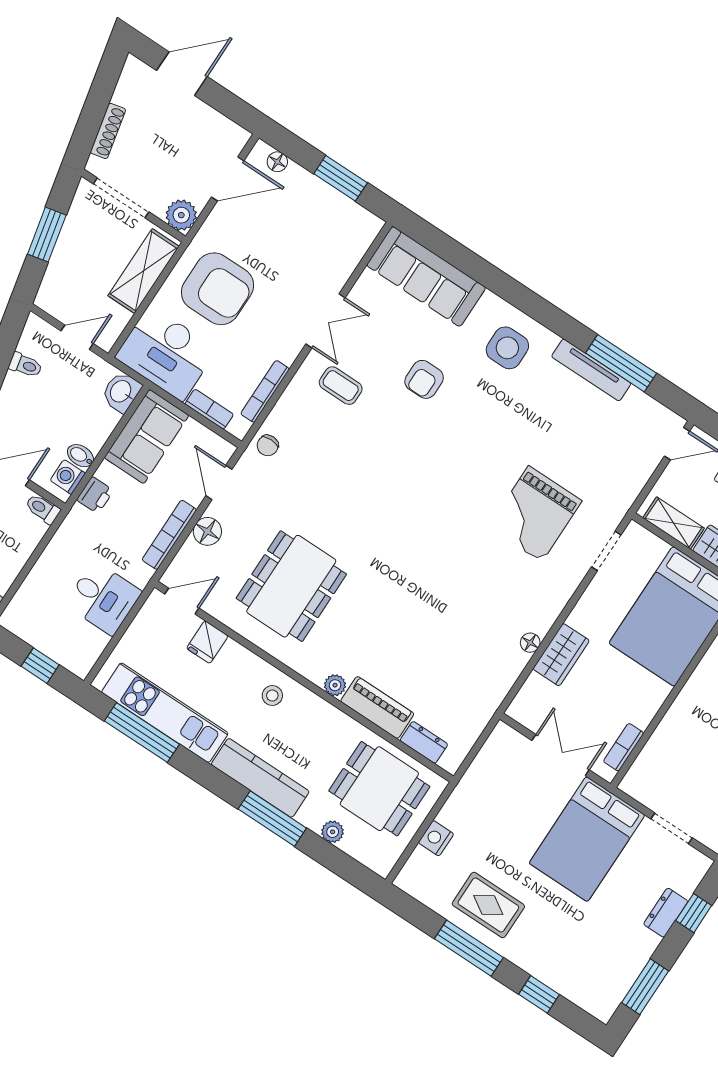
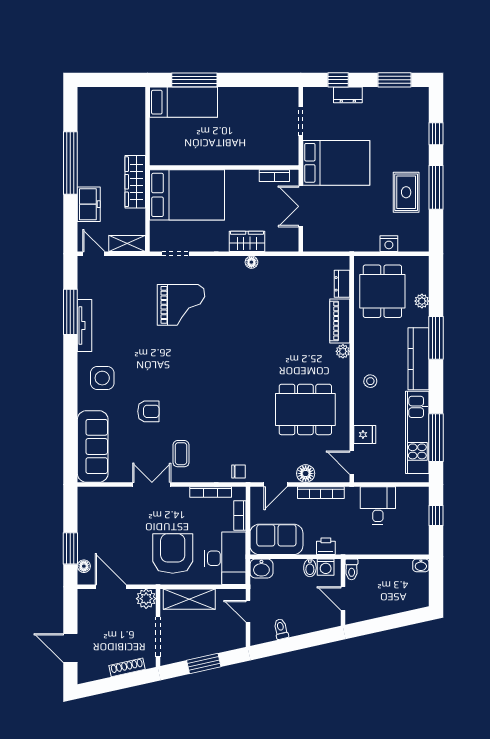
window: (341, 178) -> (70, 548), moved
shelving: (674, 523) -> (127, 244), moved, turned 90

